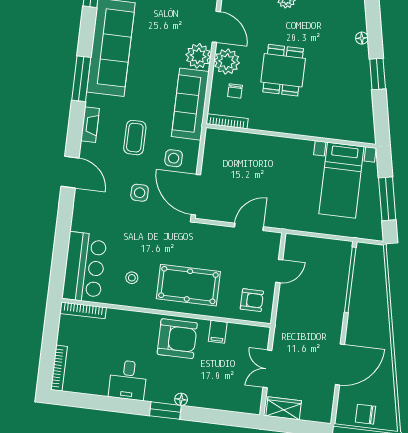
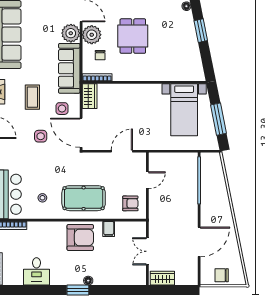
wardrobe: (214, 146) -> (90, 96), added
desk: (128, 380) -> (37, 271), moved

